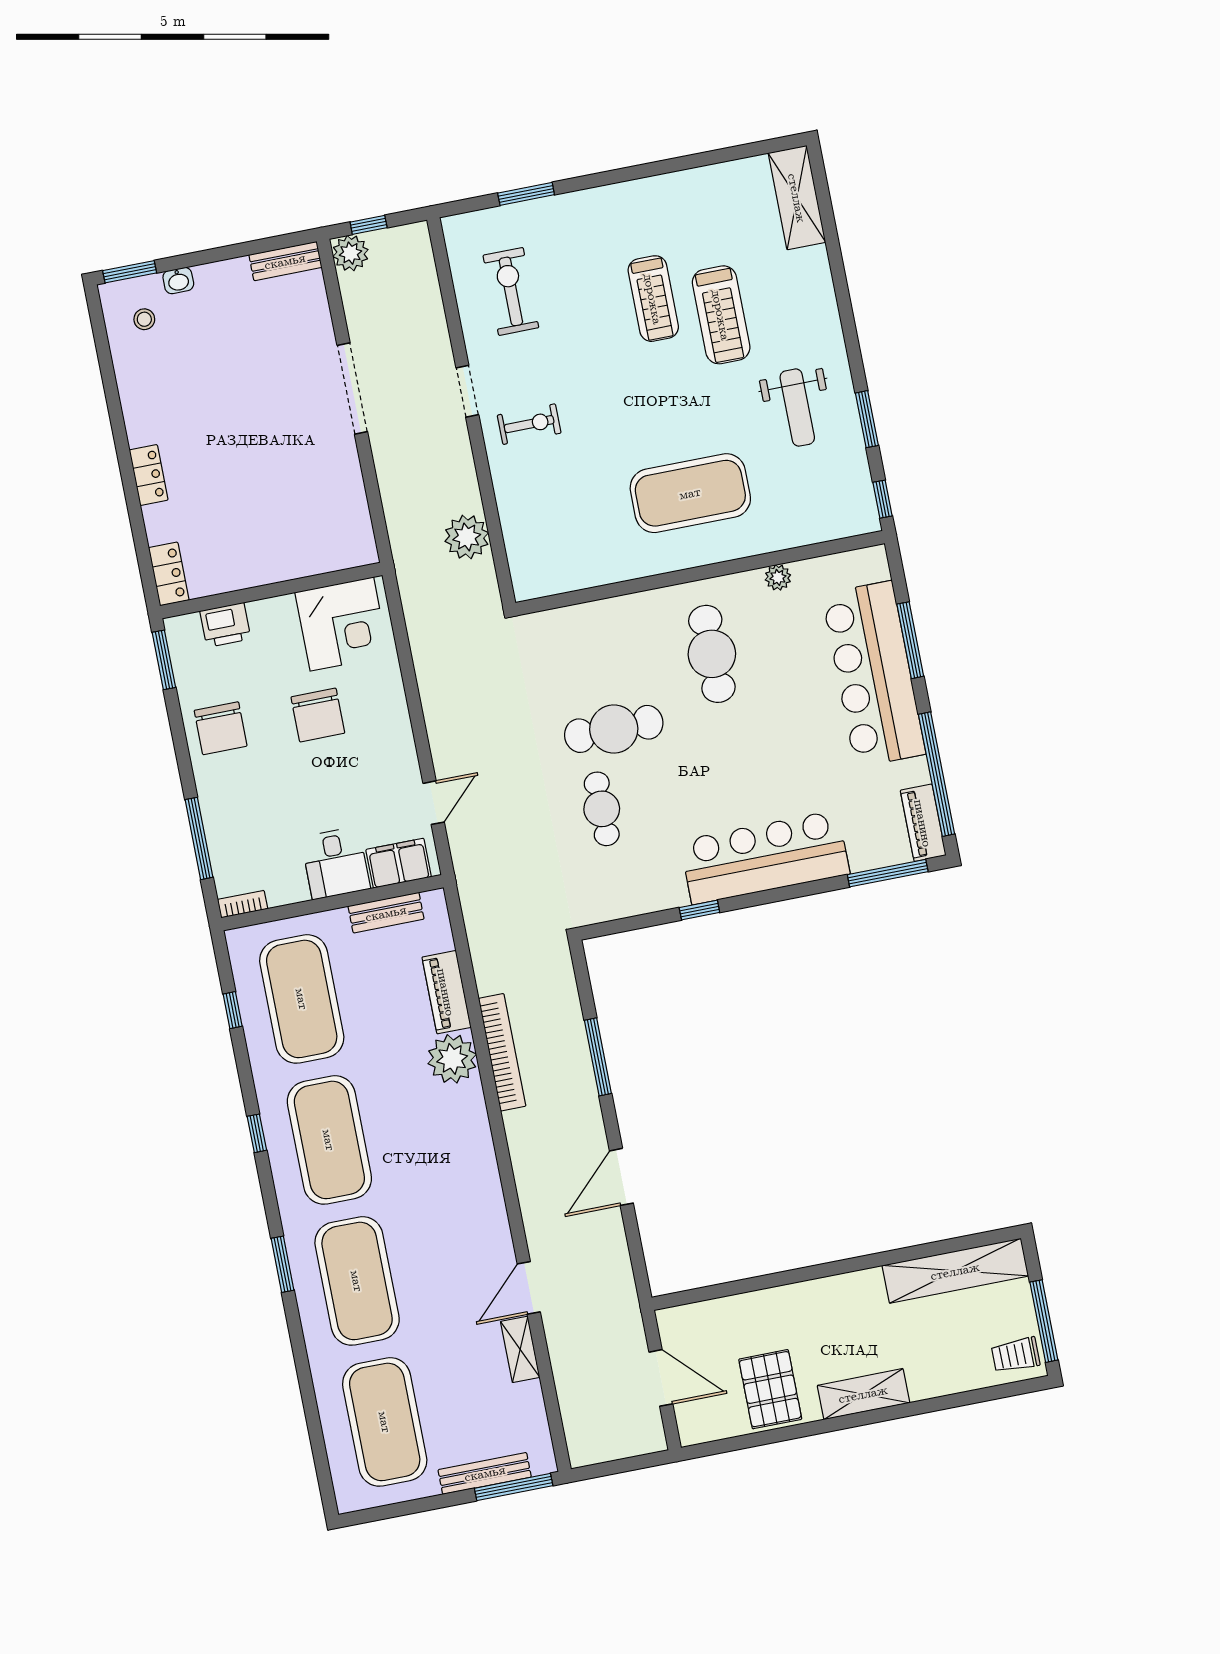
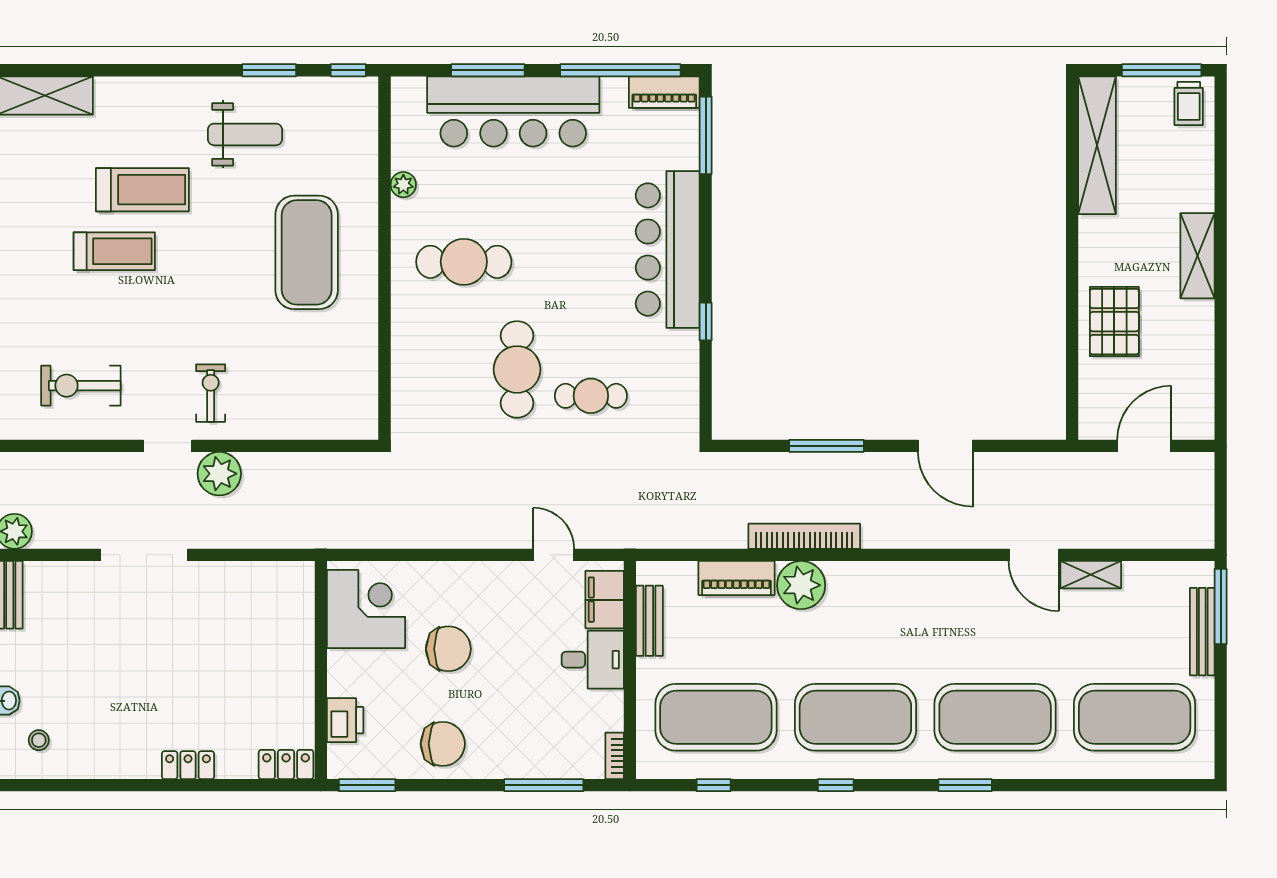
plant: (467, 537) -> (219, 474), moved
pallet: (770, 1389) -> (1114, 322), moved, turned 90

